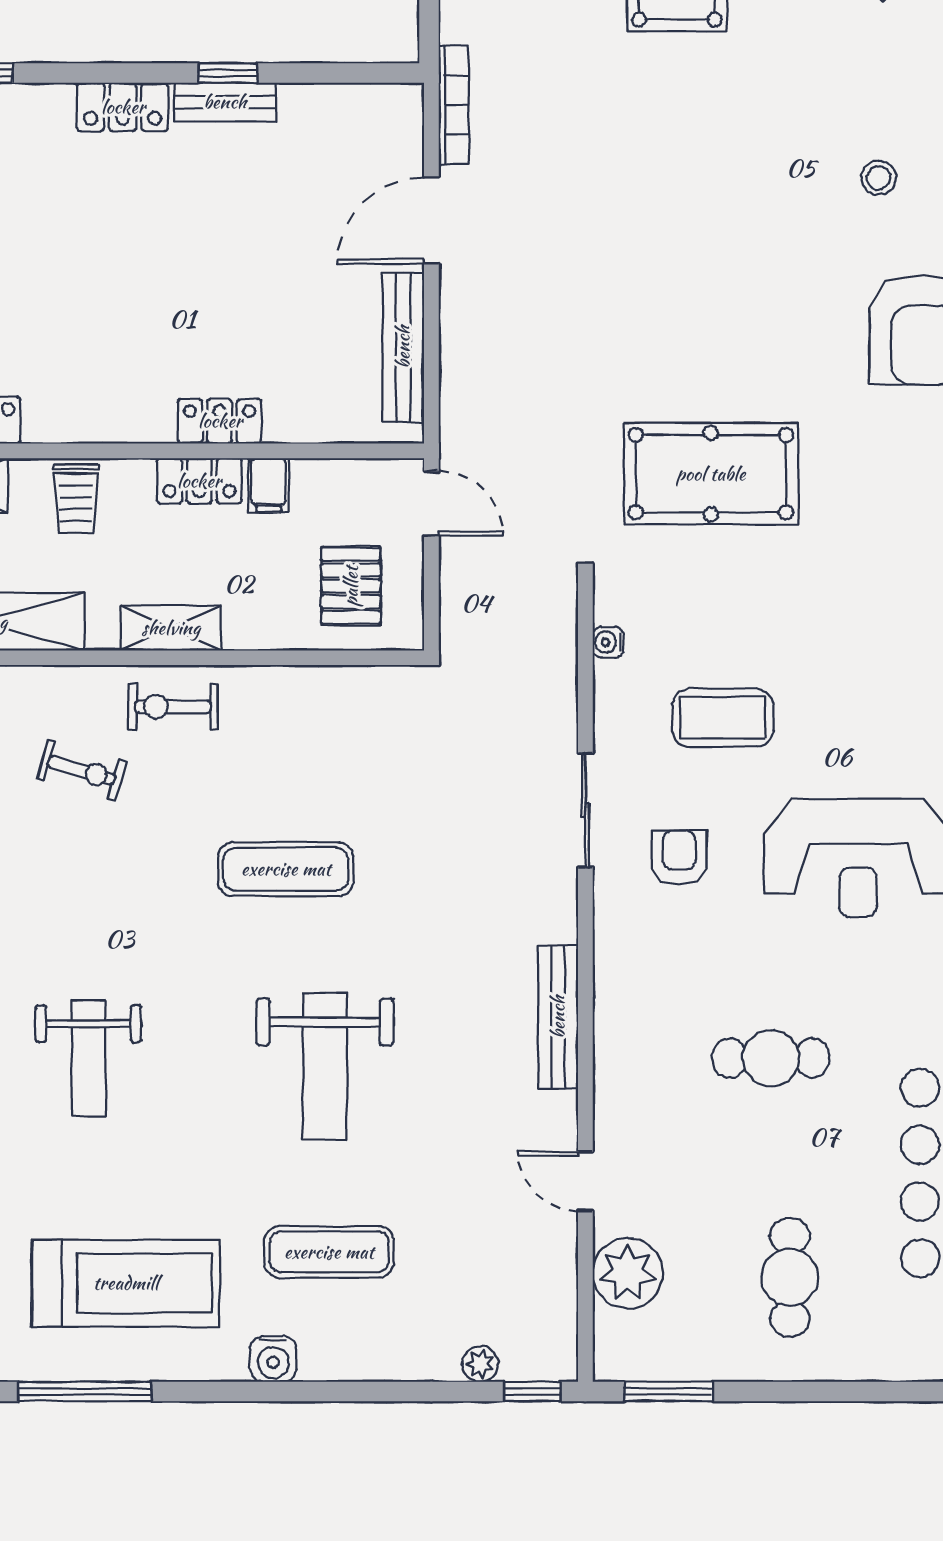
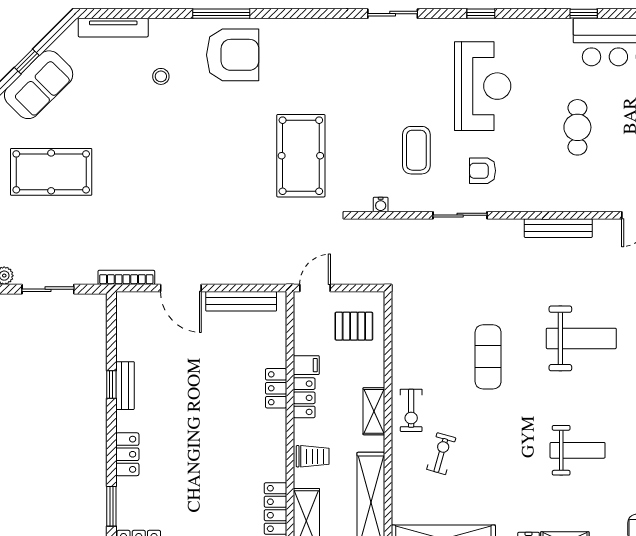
locker: (123, 107) -> (127, 454), moved

